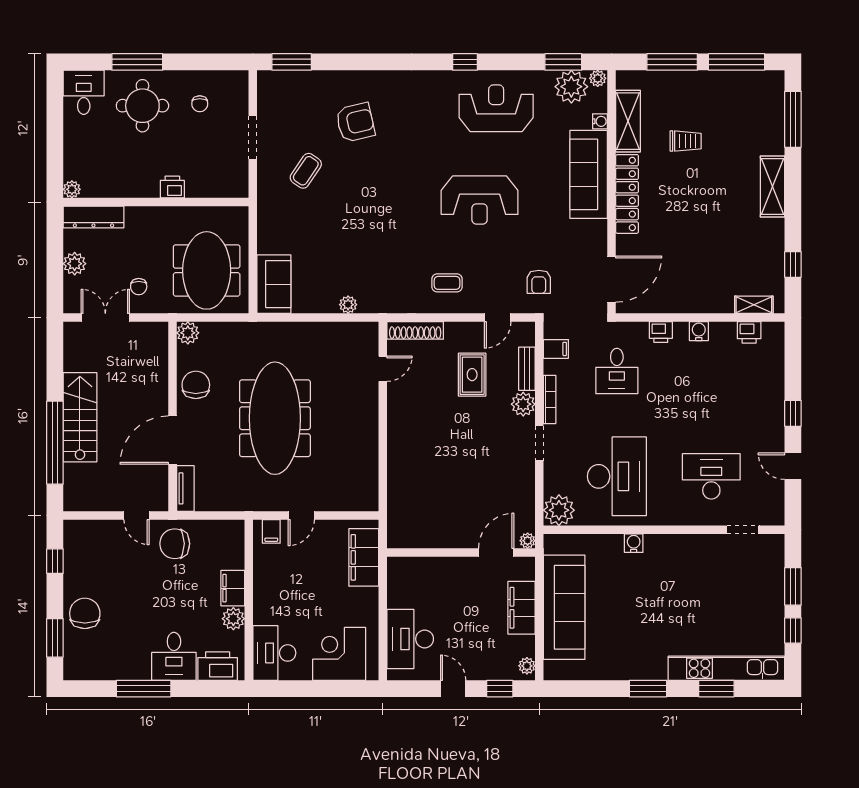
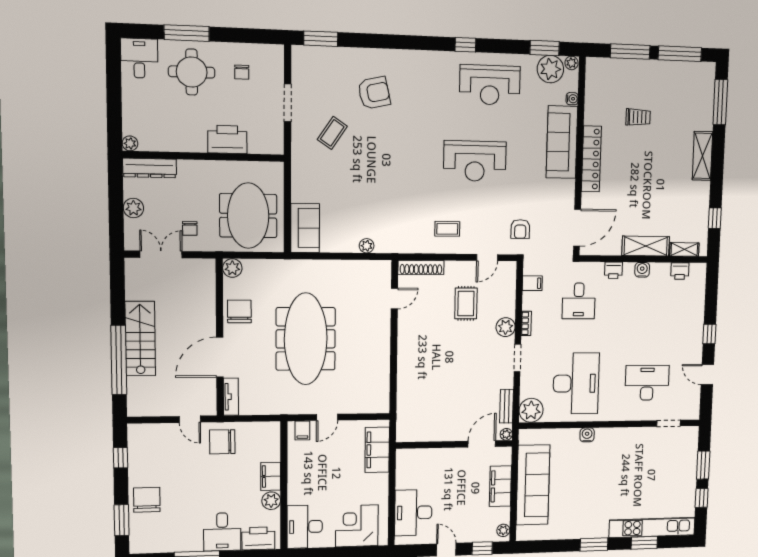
reception desk: (496, 108) -> (490, 85), turned 180
shelving: (628, 121) -> (646, 246), moved, turned 90
printer: (172, 187) -> (227, 139), width x1.87, depth x1.48
bench: (527, 369) -> (507, 406), moved
bookcase: (550, 399) -> (526, 323), width x0.64

